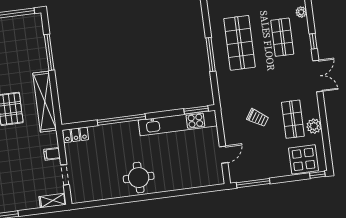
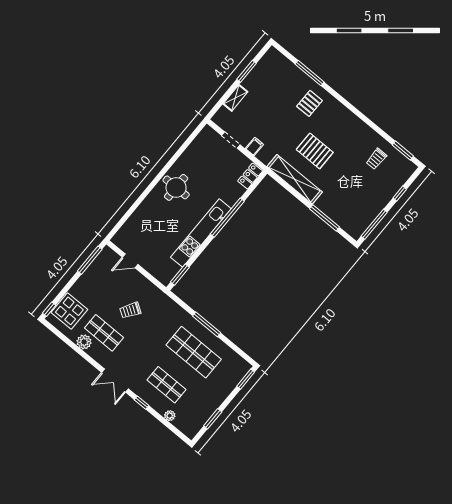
kitchen unit: (178, 123) -> (201, 233), moved
door: (224, 155) -> (130, 261), hinge flipped
shelving: (53, 201) -> (235, 98), moved

